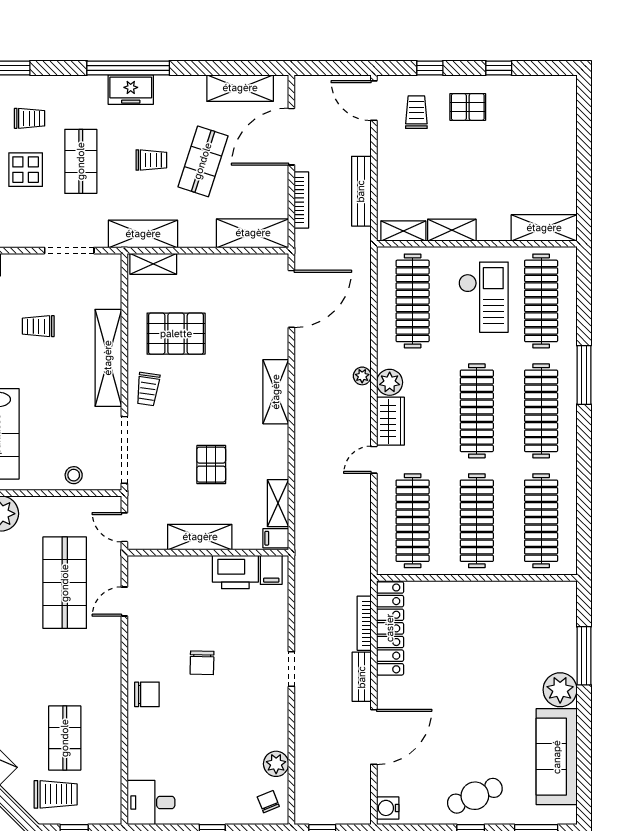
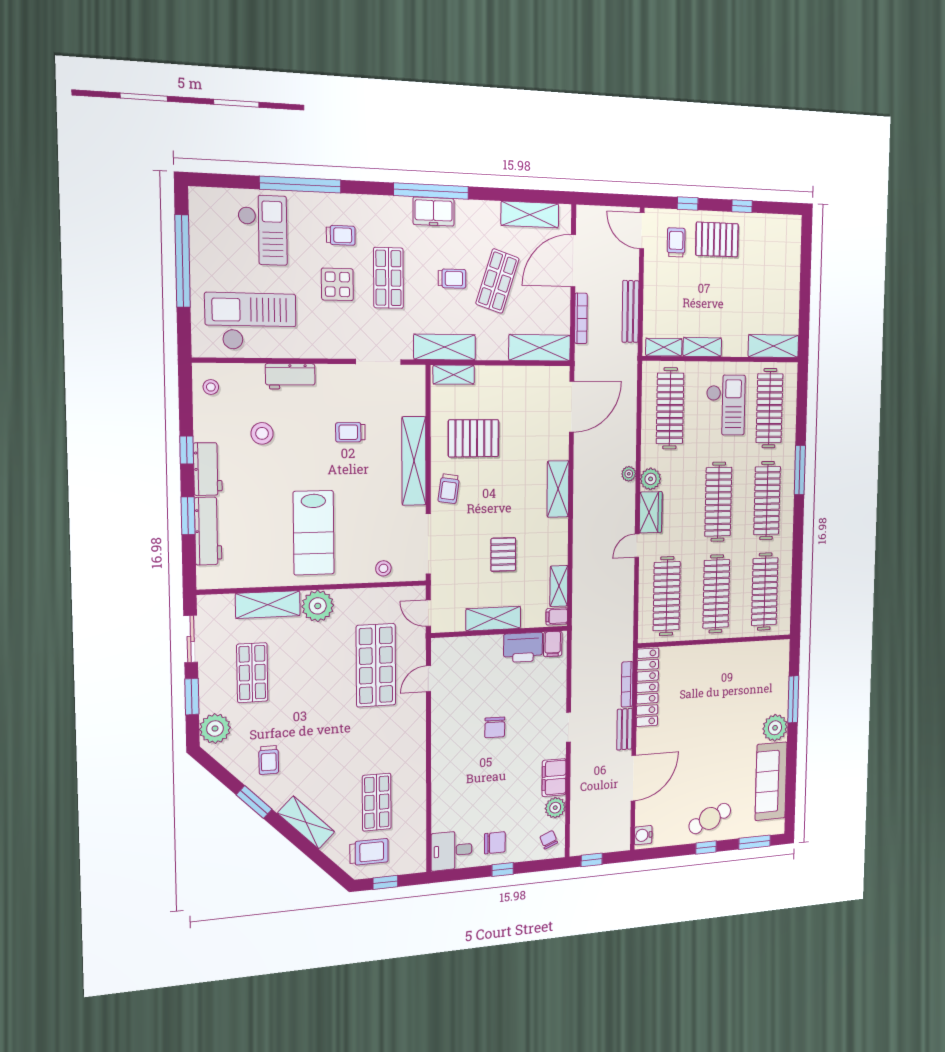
pallet: (468, 107) -> (717, 240), width x1.50, depth x1.42
chair: (147, 694) -> (495, 843), moved
filing cabinet: (274, 728) -> (554, 778), added

